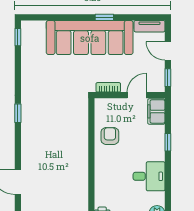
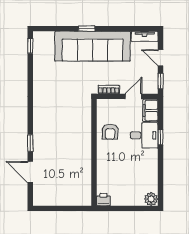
window: (104, 17) -> (87, 29), moved
window: (18, 113) -> (30, 143), moved
armchair: (110, 136) -> (110, 132), turned 180
desk: (149, 176) -> (144, 135), moved

